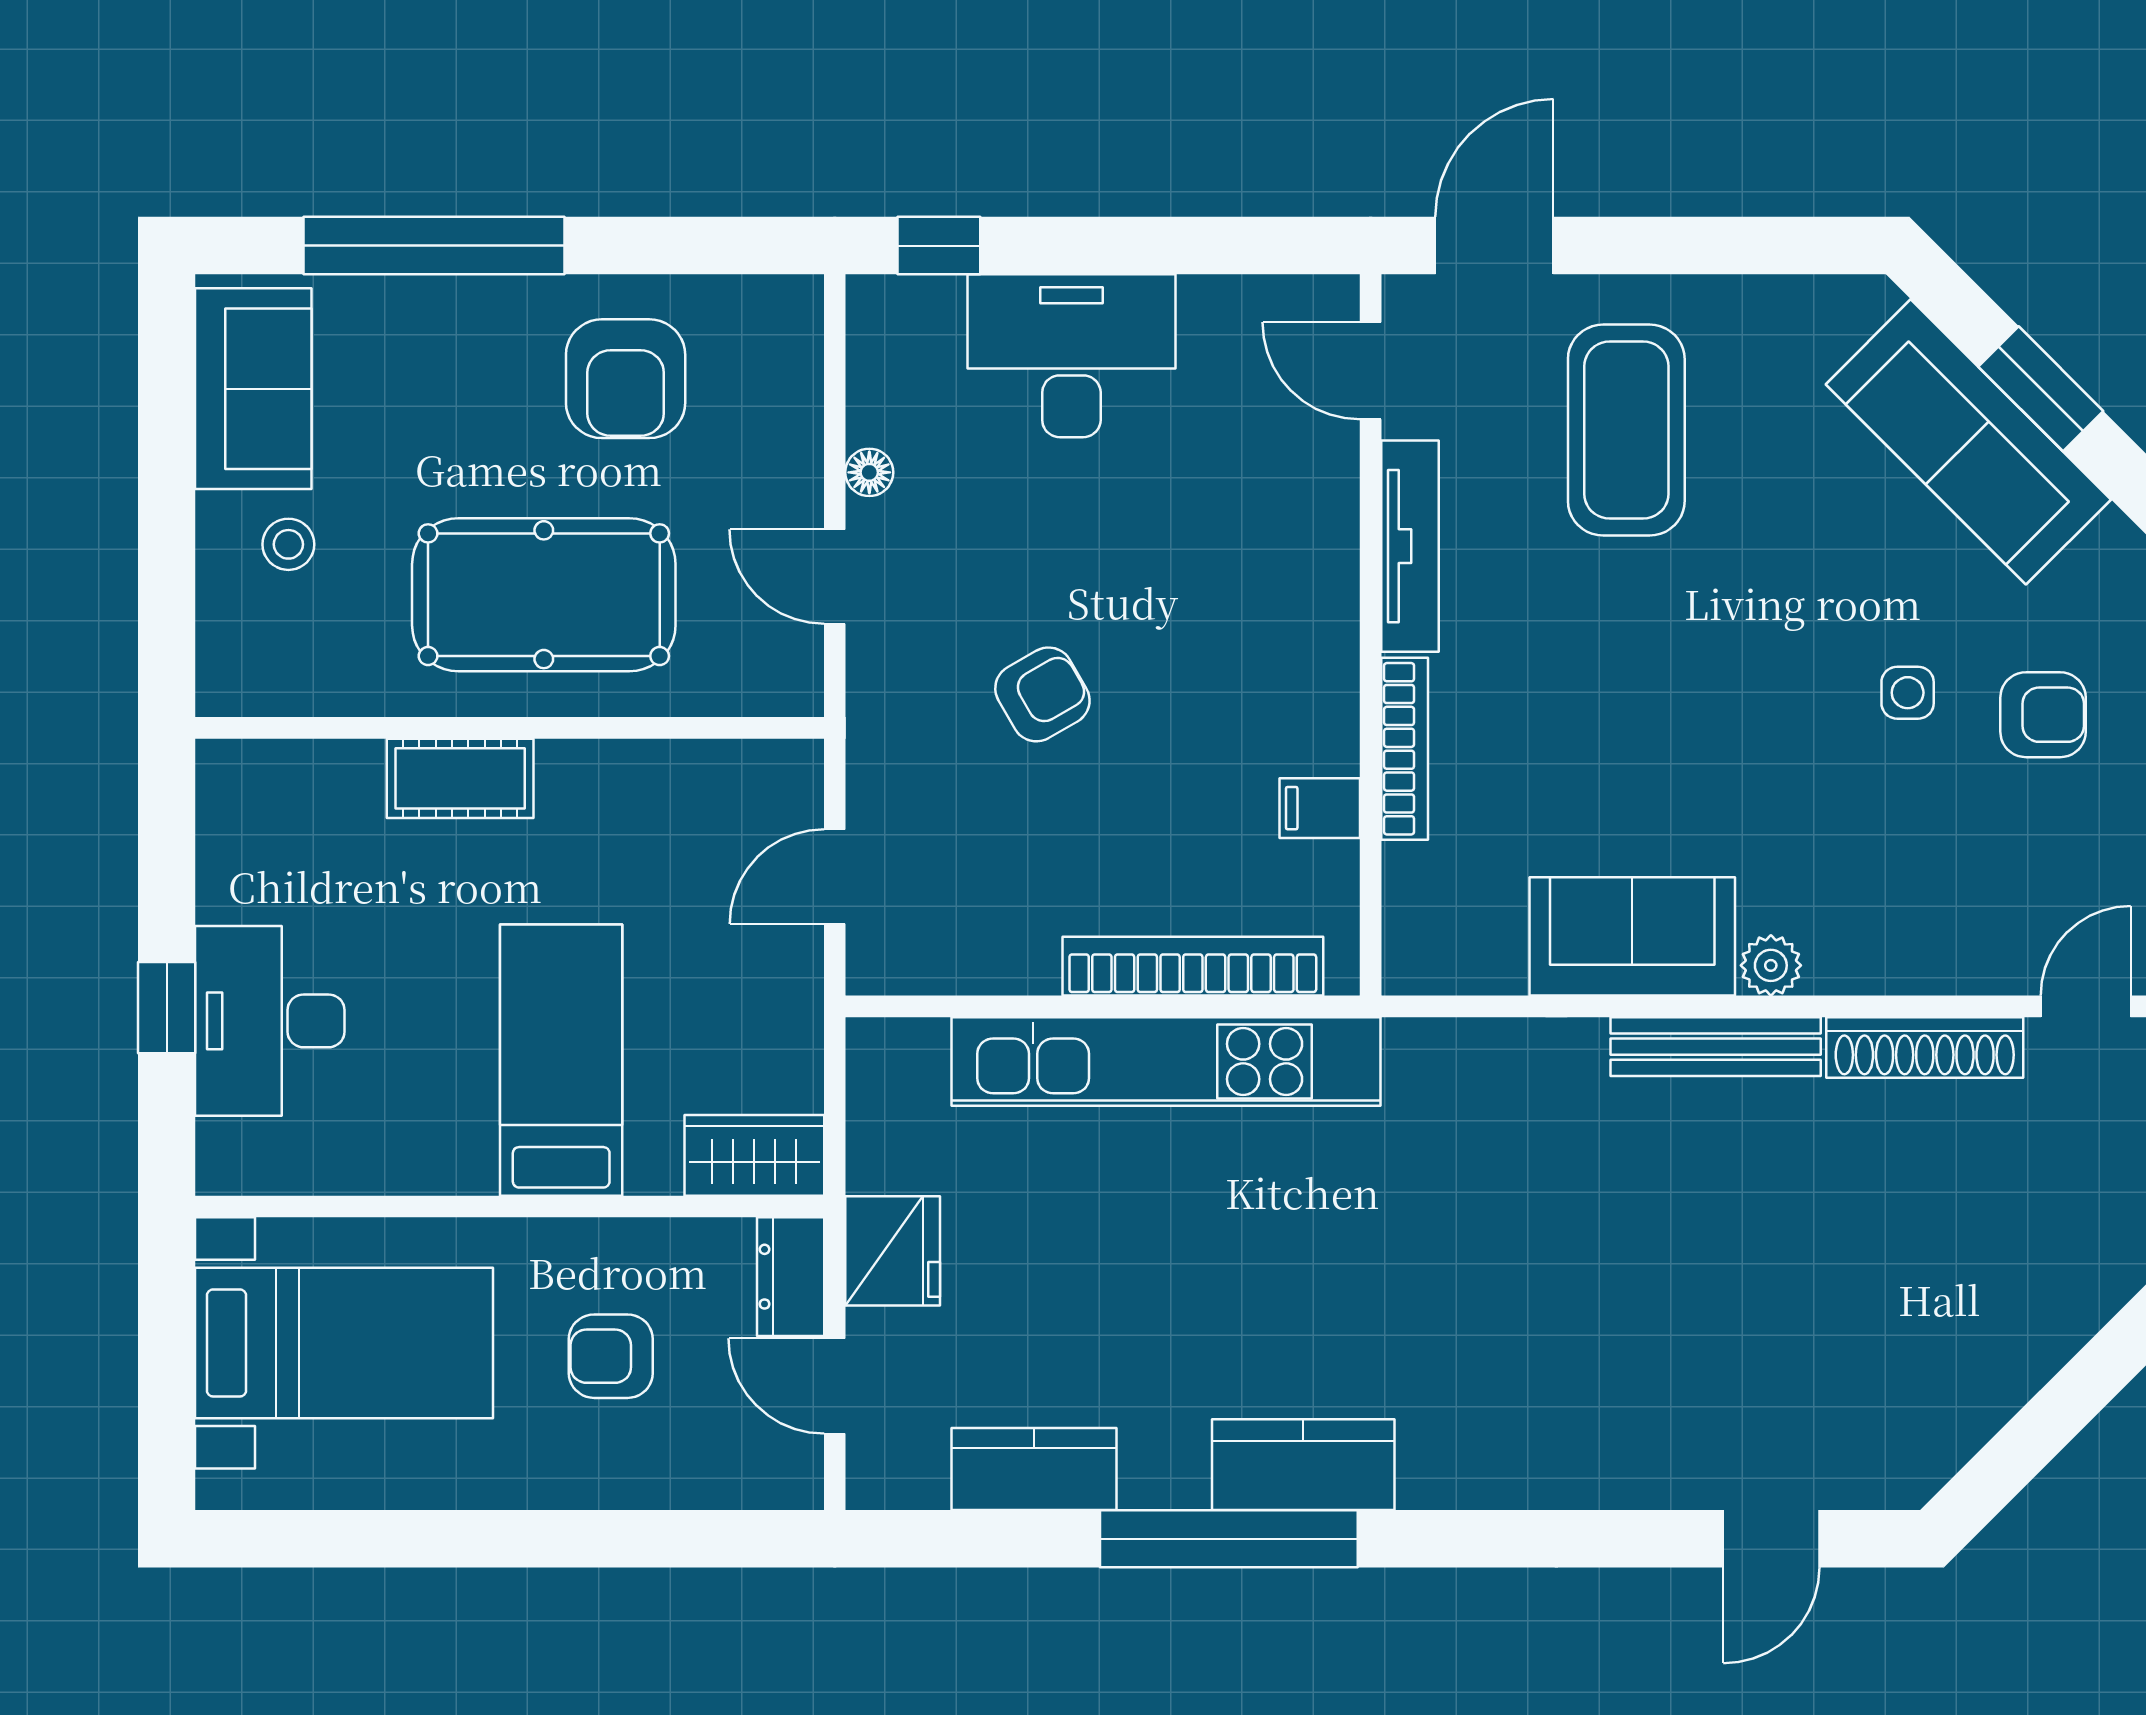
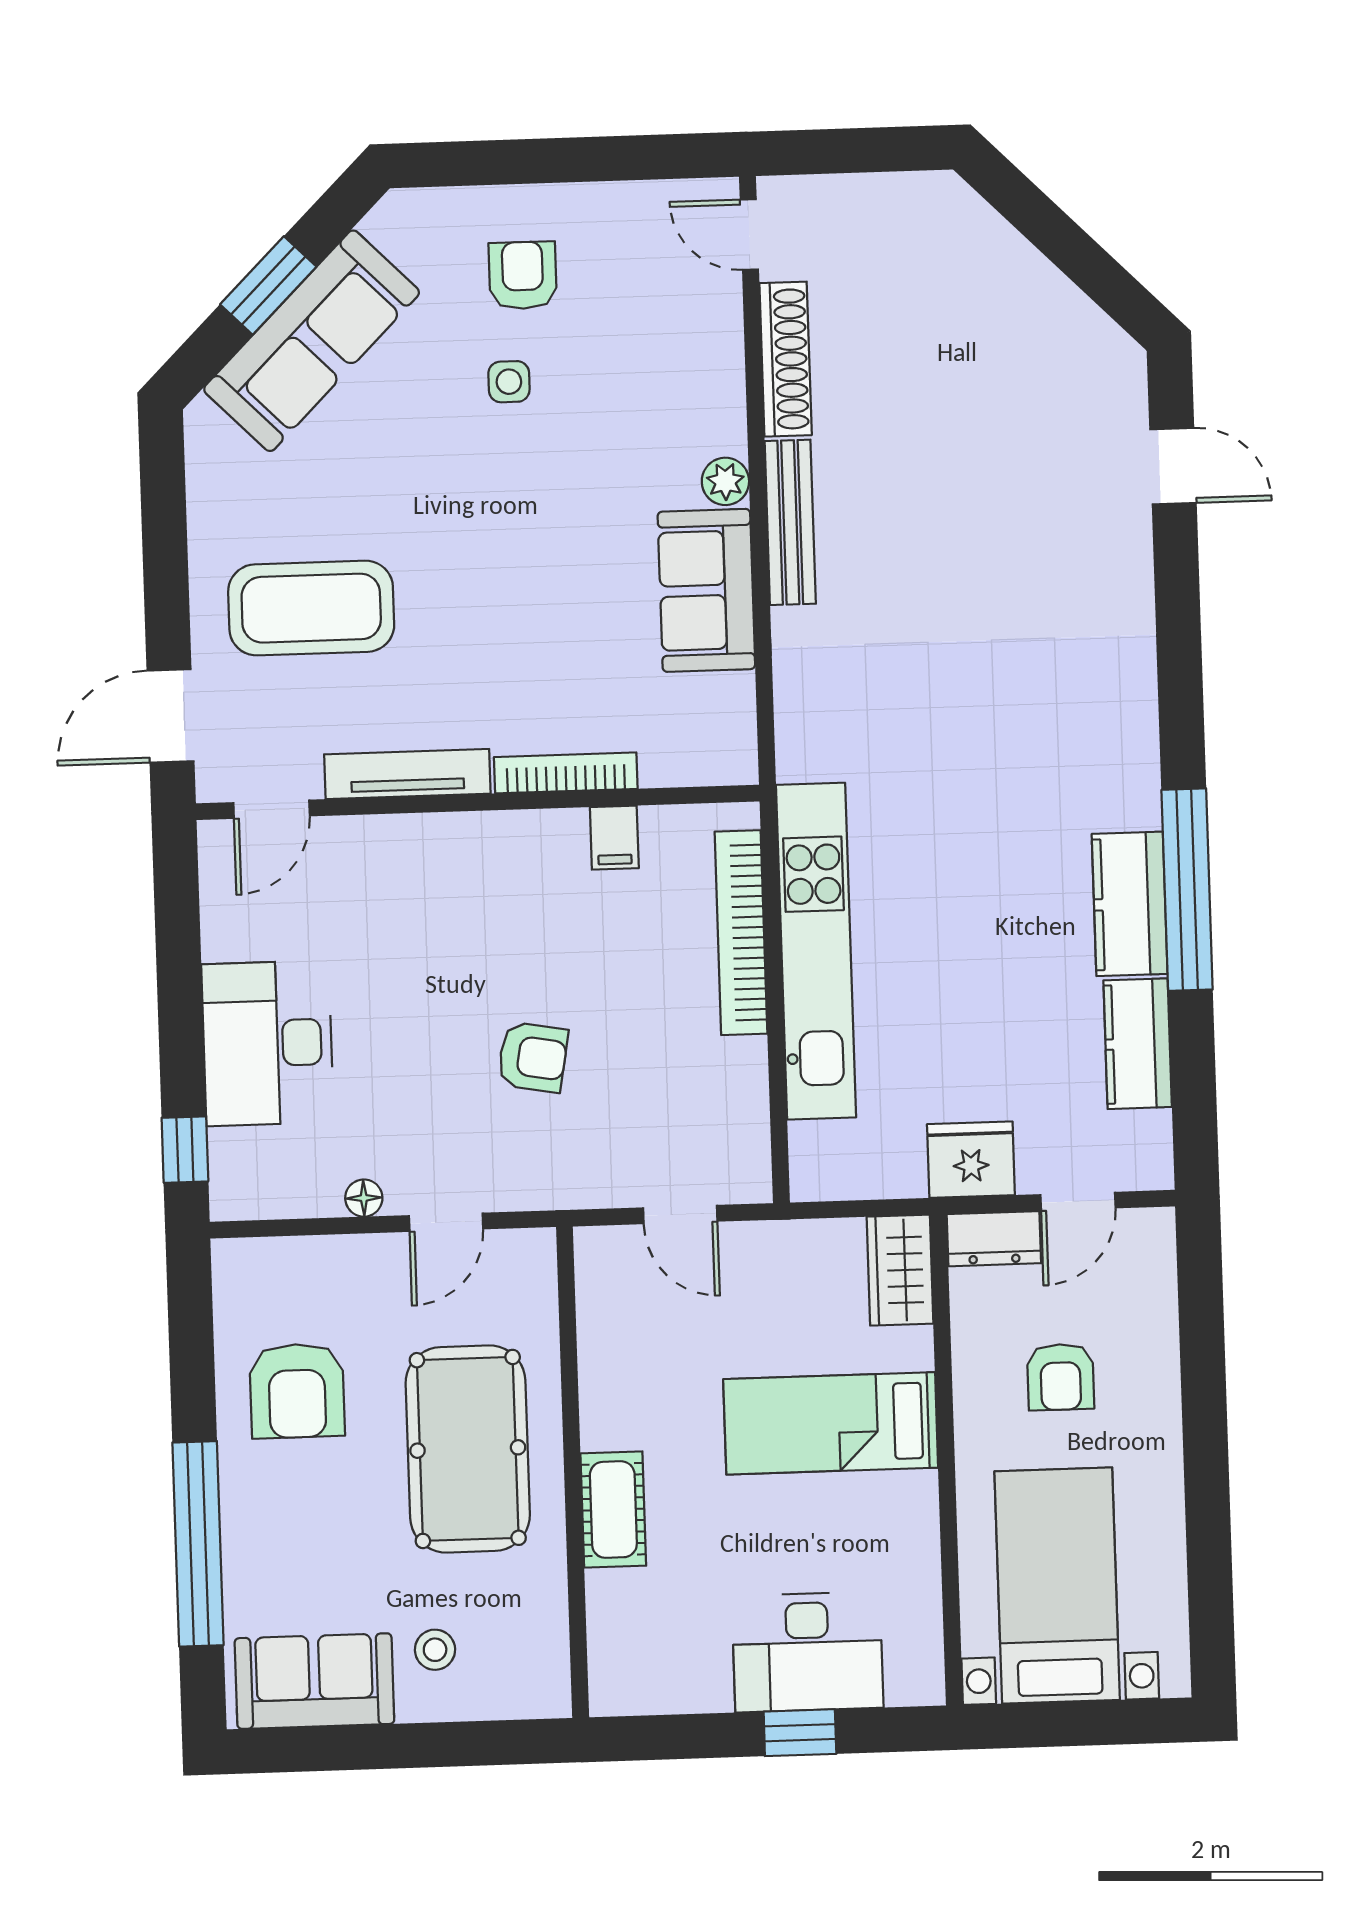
door: (1494, 246) -> (171, 716), hinge flipped
armchair: (626, 379) -> (297, 1391), turned 90
armchair: (1042, 694) -> (533, 1057), turned 130
kitchen counter: (1303, 1465) -> (1130, 904), moved

